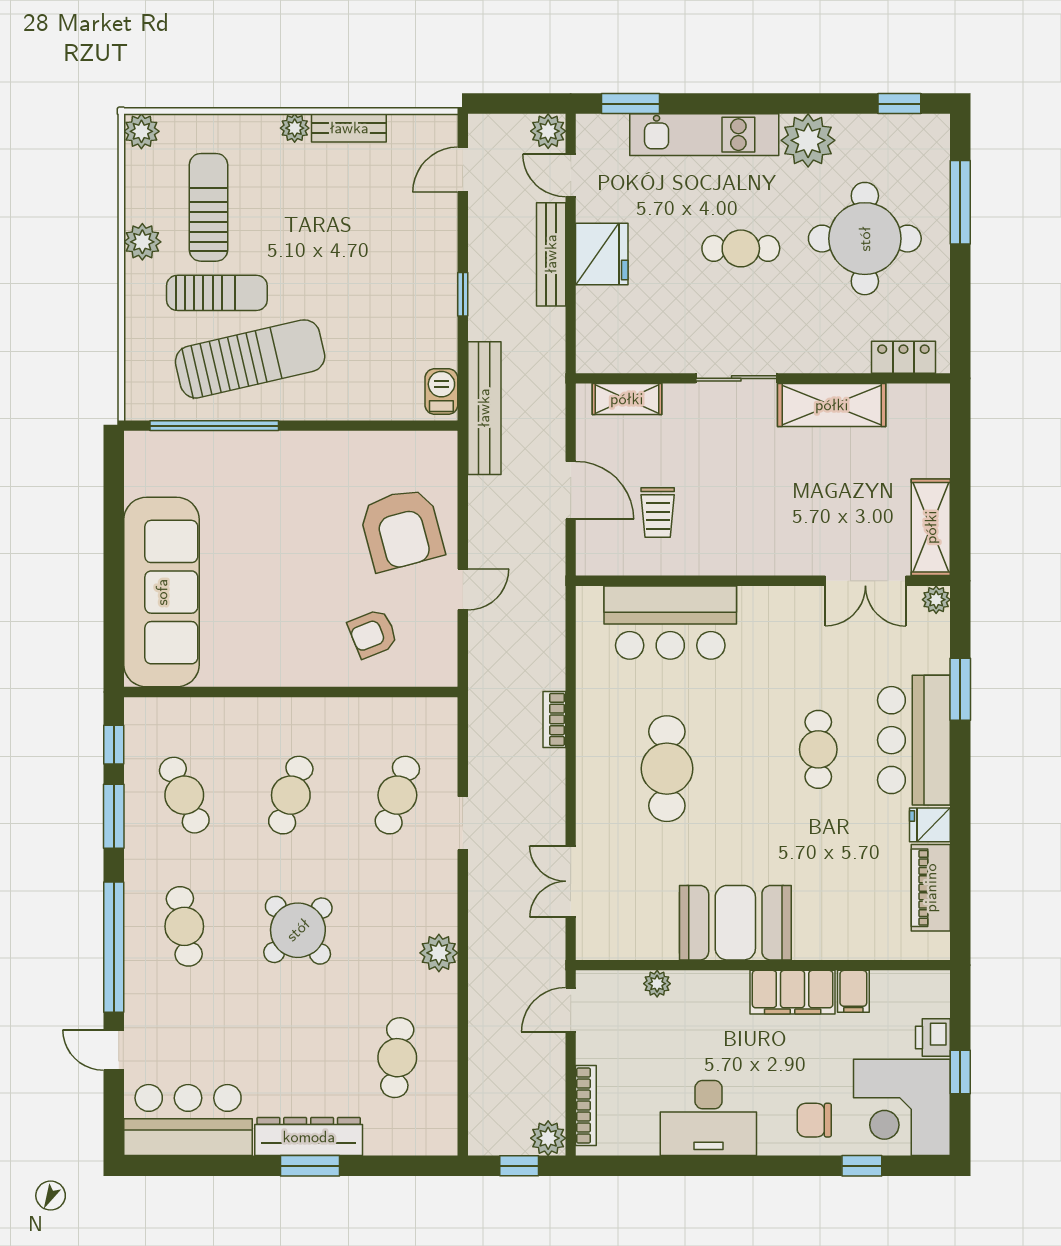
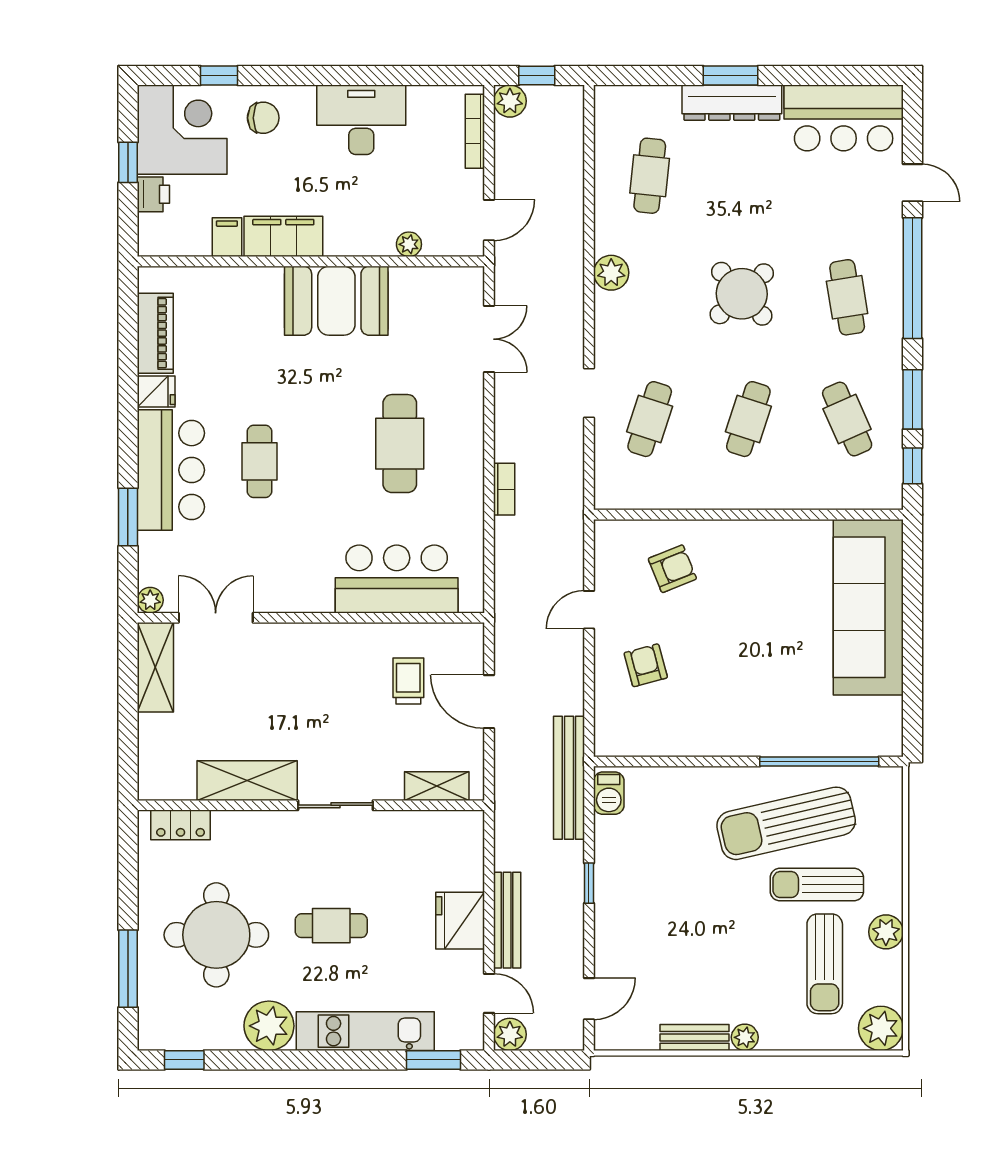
plant: (141, 131) -> (881, 1028), width x1.36, depth x1.36
armchair: (402, 529) -> (646, 665), width x0.53, depth x0.53

